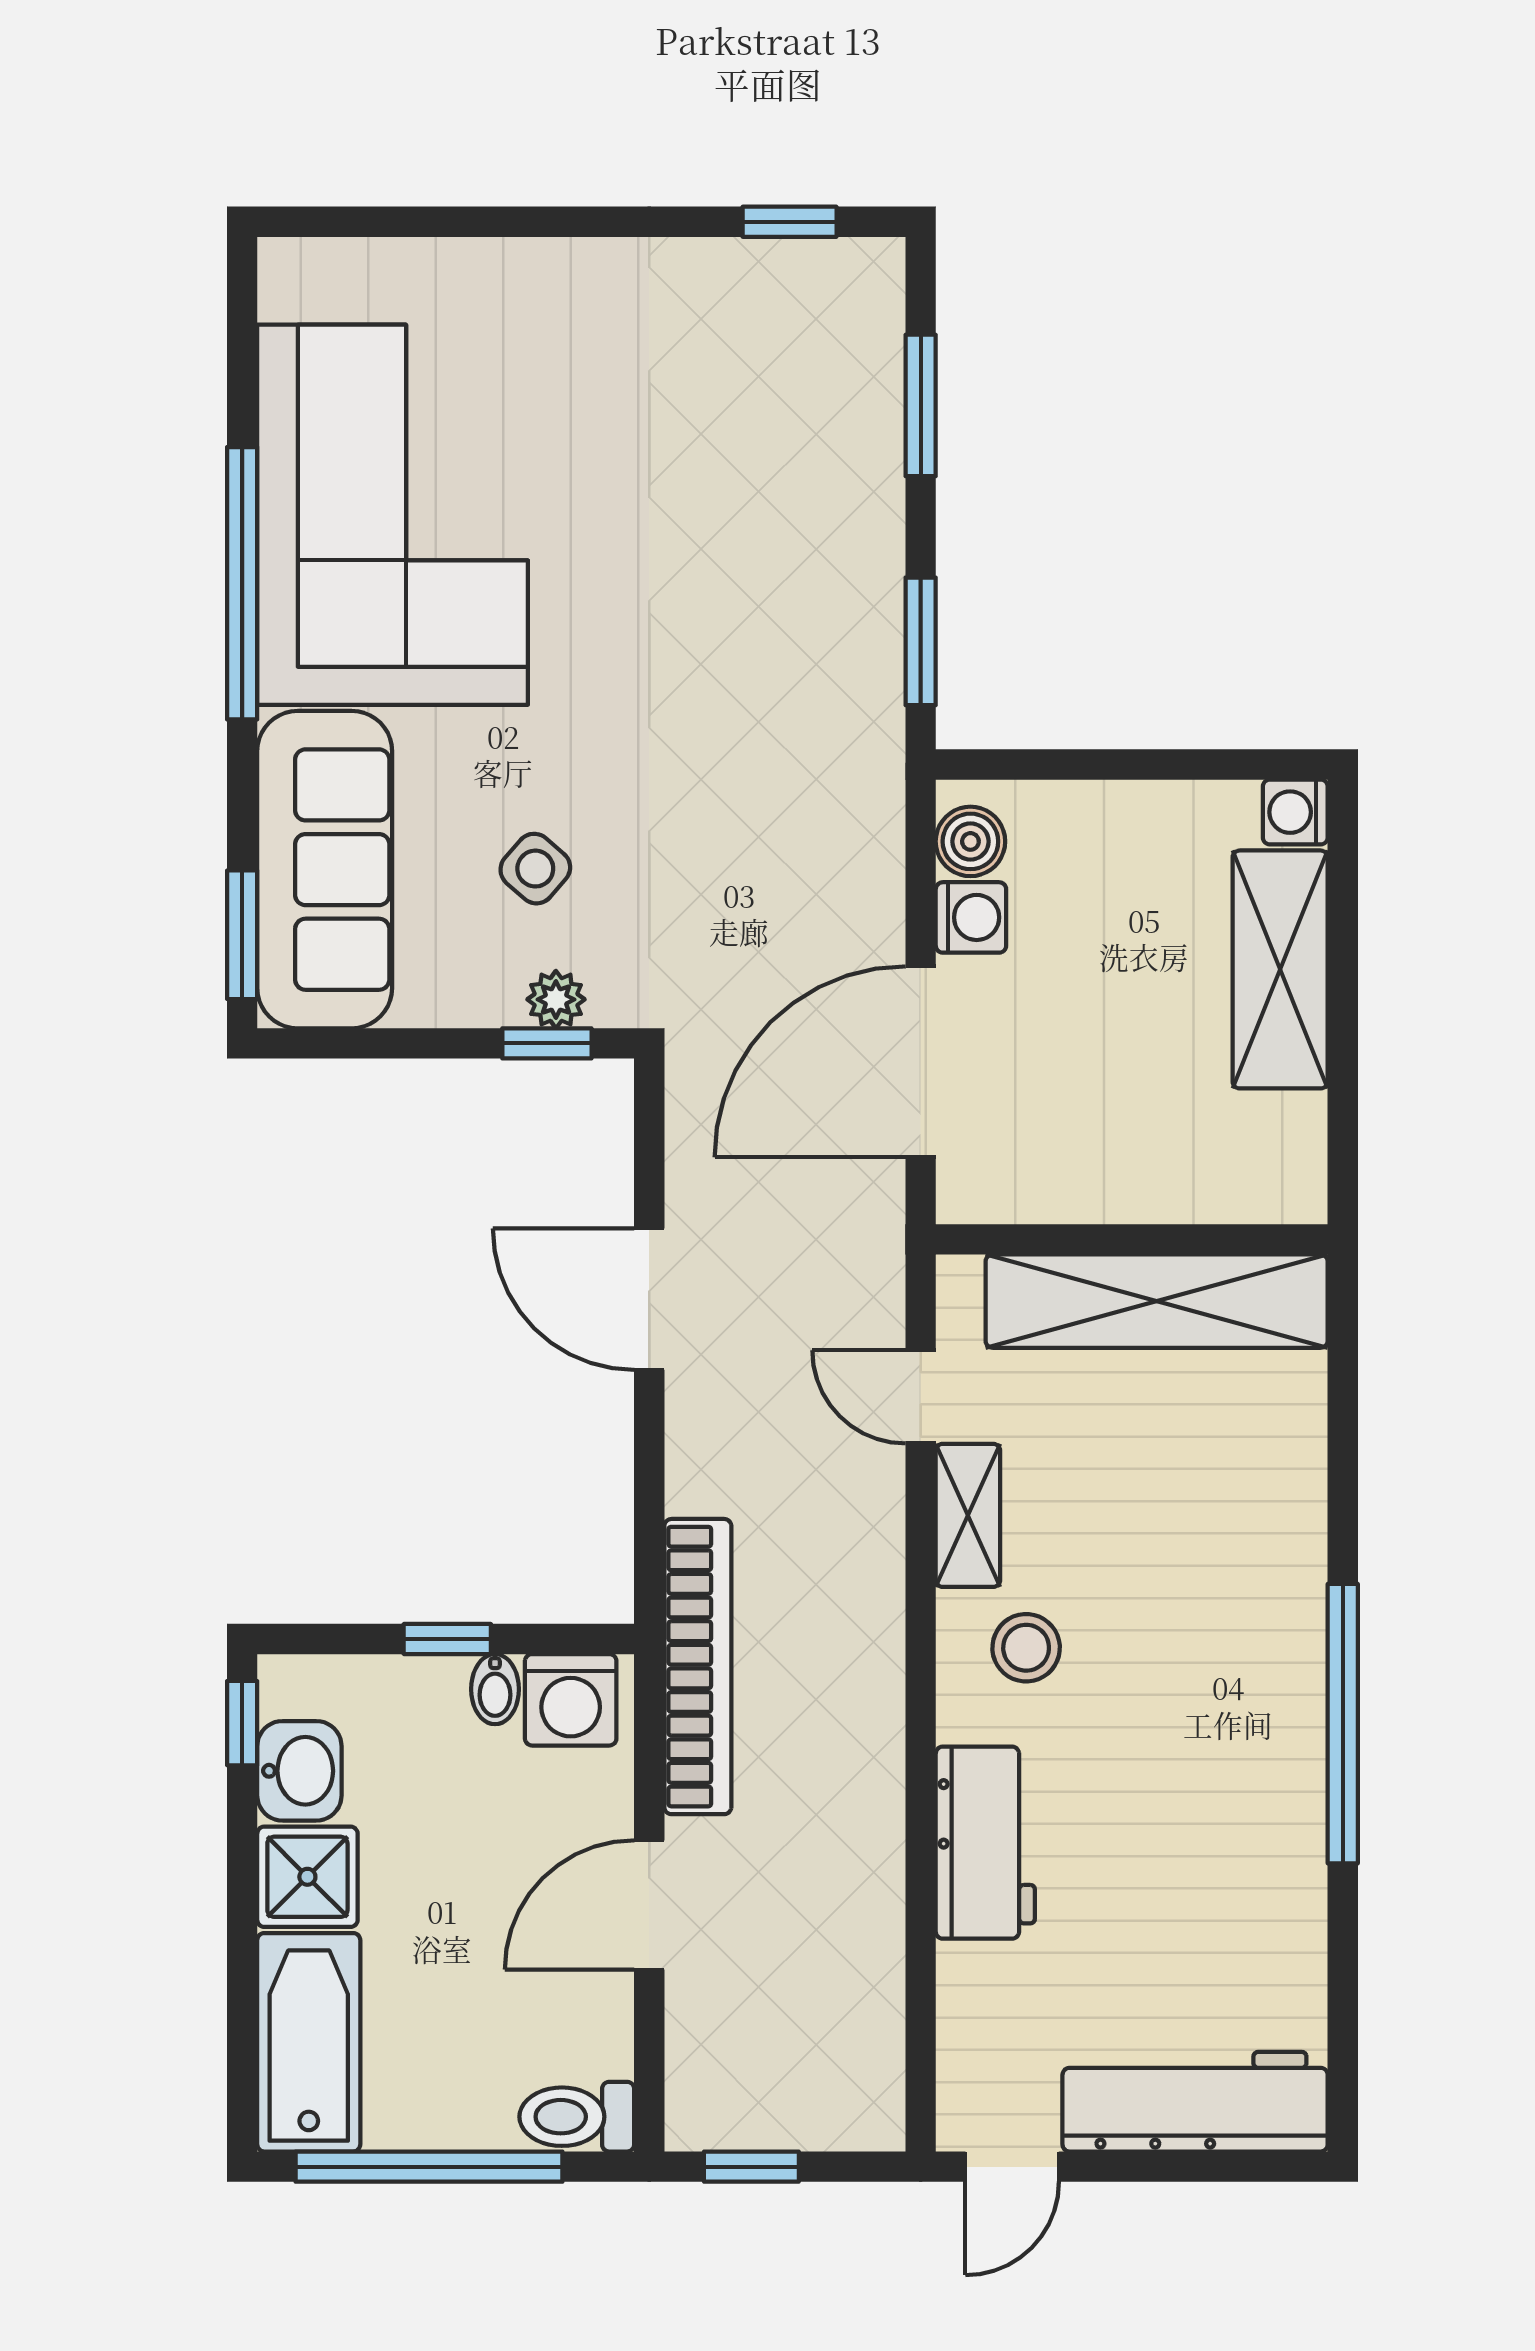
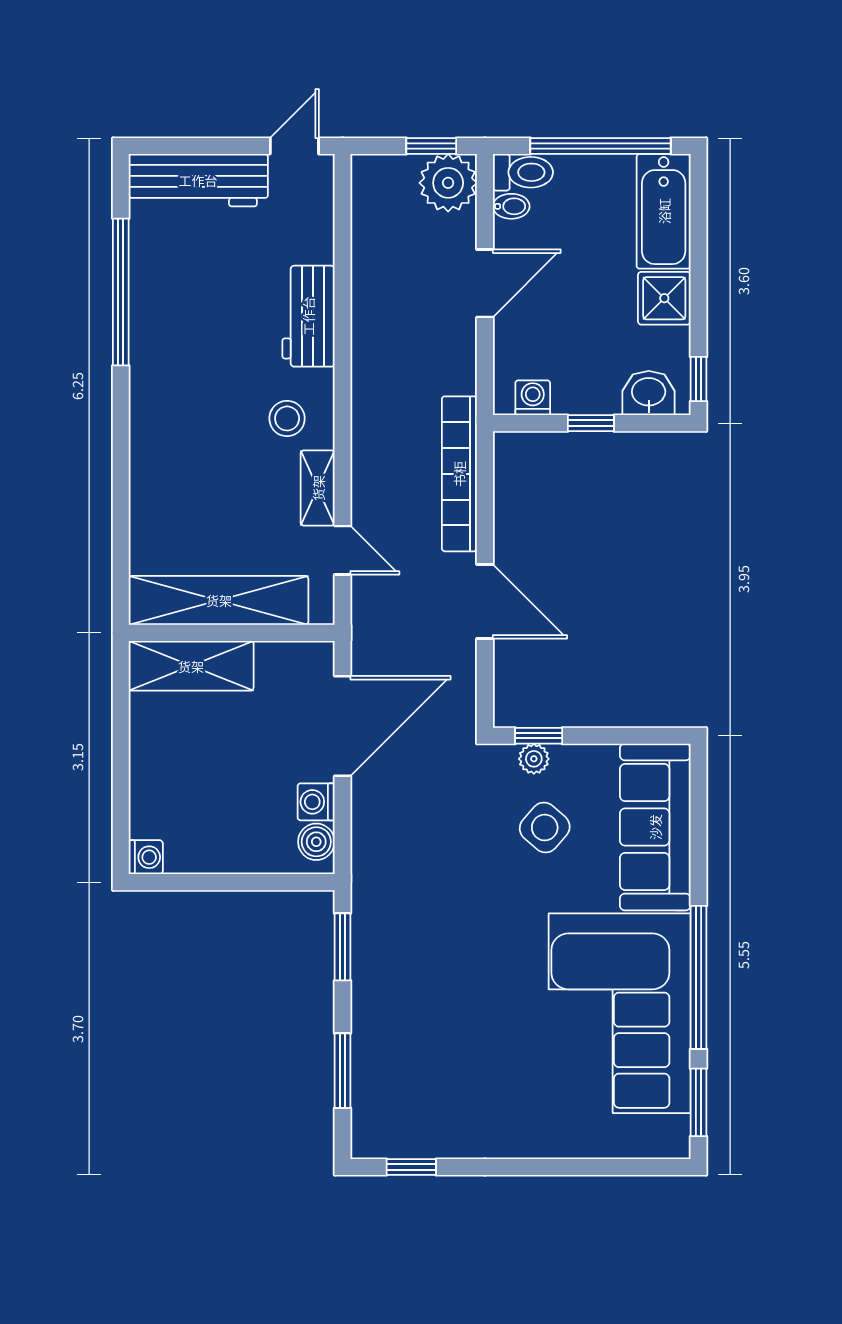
side table: (535, 869) -> (545, 828), width x1.37, depth x1.37
window: (242, 935) -> (699, 1102), moved
shelving: (1280, 969) -> (191, 666), moved, turned 90
bookcase: (698, 1667) -> (459, 474), moved
bidet: (495, 1689) -> (511, 206), moved, turned 90
washing machine: (571, 1700) -> (533, 398), width x0.73, depth x0.73
window: (1343, 1724) -> (121, 292), moved
washbasin: (299, 1771) -> (649, 393), moved, turned 90
plant: (719, 2097) -> (448, 183), added

